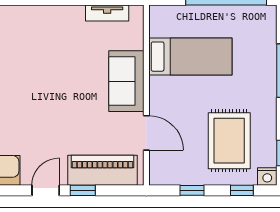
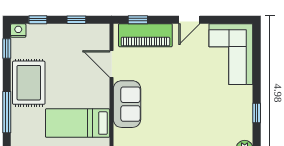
rug: (229, 141) -> (29, 83), moved
window: (83, 190) -> (138, 20), moved

